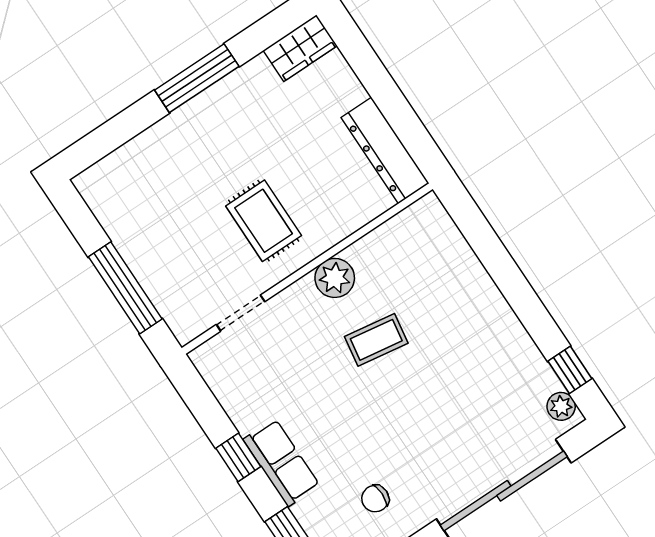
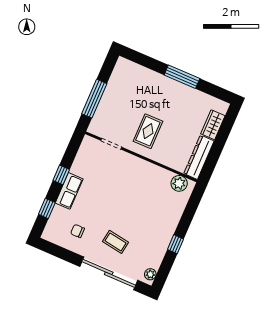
wardrobe: (300, 48) -> (213, 125), moved, turned 90
plant: (335, 278) -> (179, 183), moved
coffee table: (376, 340) -> (116, 242), moved
window: (570, 370) -> (176, 244), moved

